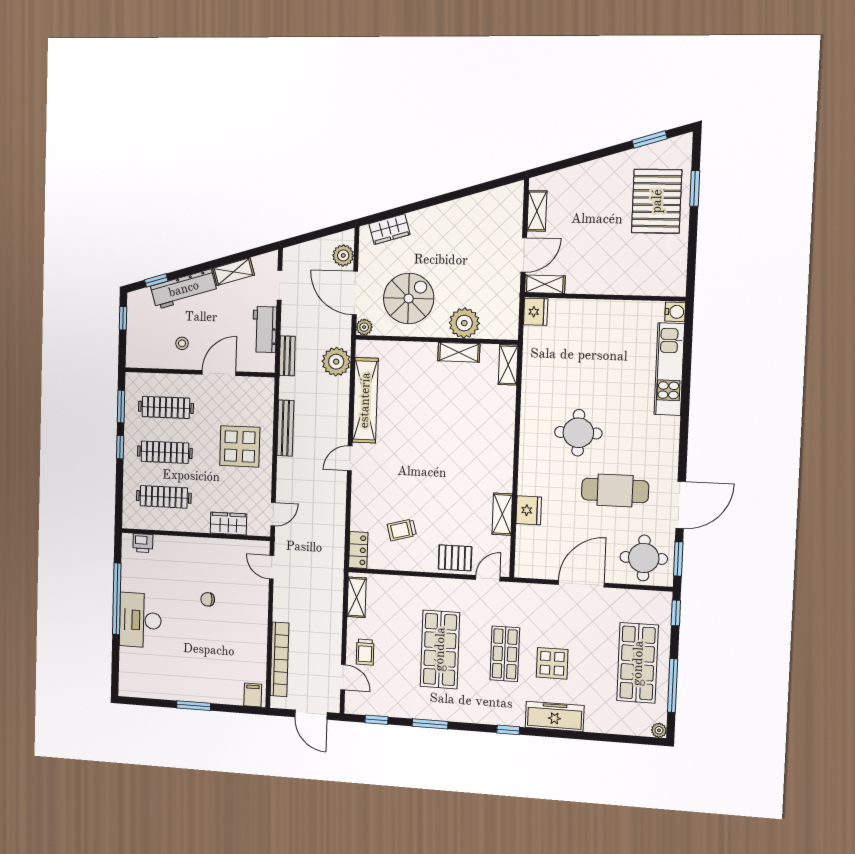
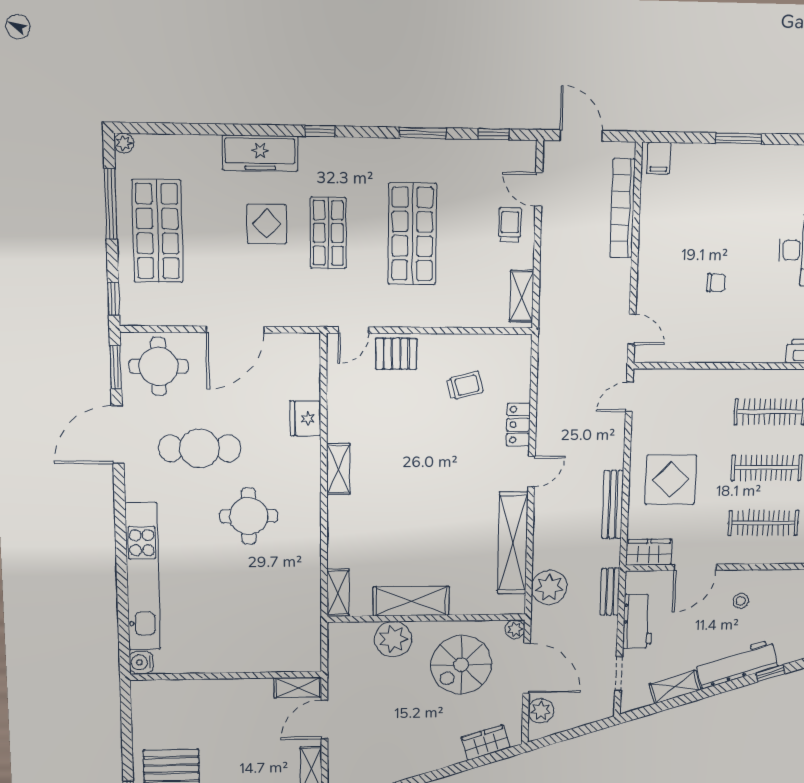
fridge: (536, 312) -> (307, 656), removed
shelving: (459, 352) -> (411, 601), width x1.50, depth x1.33
kitchen unit: (669, 369) -> (143, 577), width x1.36
shelving: (502, 514) -> (338, 469), moved
wardrobe: (228, 524) -> (649, 552), moved, turned 180
locker: (358, 550) -> (518, 425), moved

